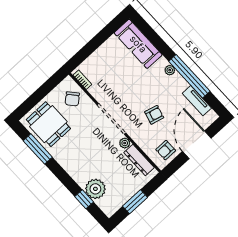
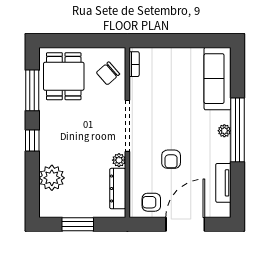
window: (189, 76) -> (238, 130), moved
armchair: (154, 115) -> (171, 159), turned 75
window: (84, 199) -> (32, 141), moved

